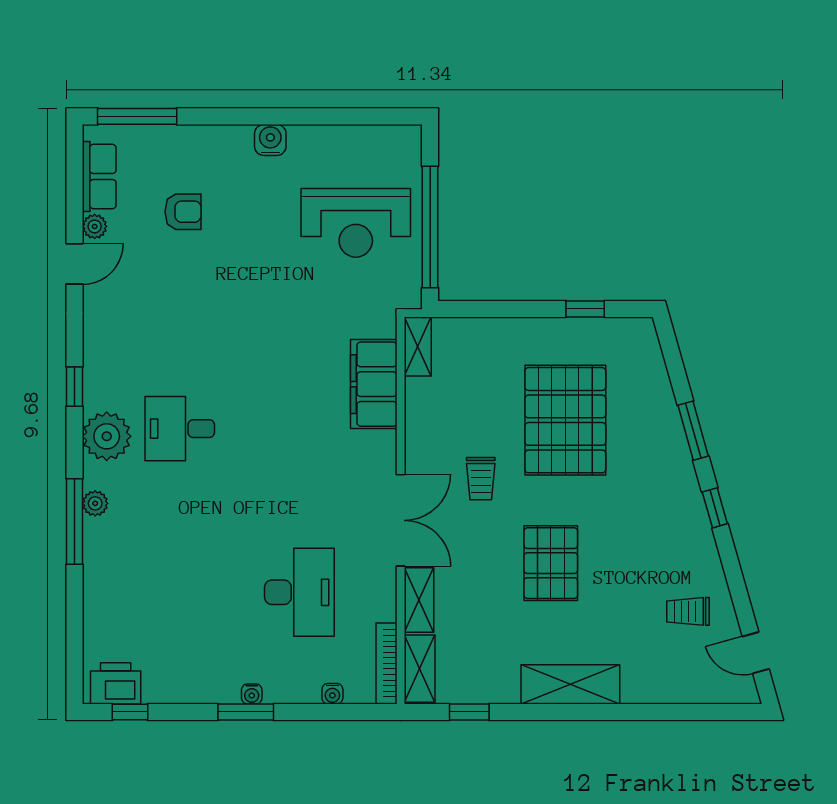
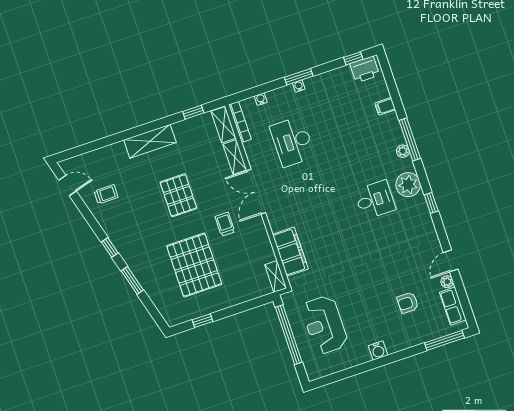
reception desk: (356, 223) -> (324, 325), turned -90
filing cabinet: (100, 600) -> (385, 106), added

